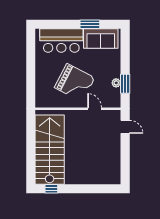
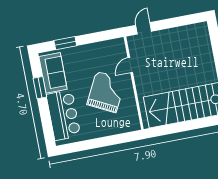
plant: (116, 83) -> (98, 47), removed
window: (125, 84) -> (65, 43), moved

